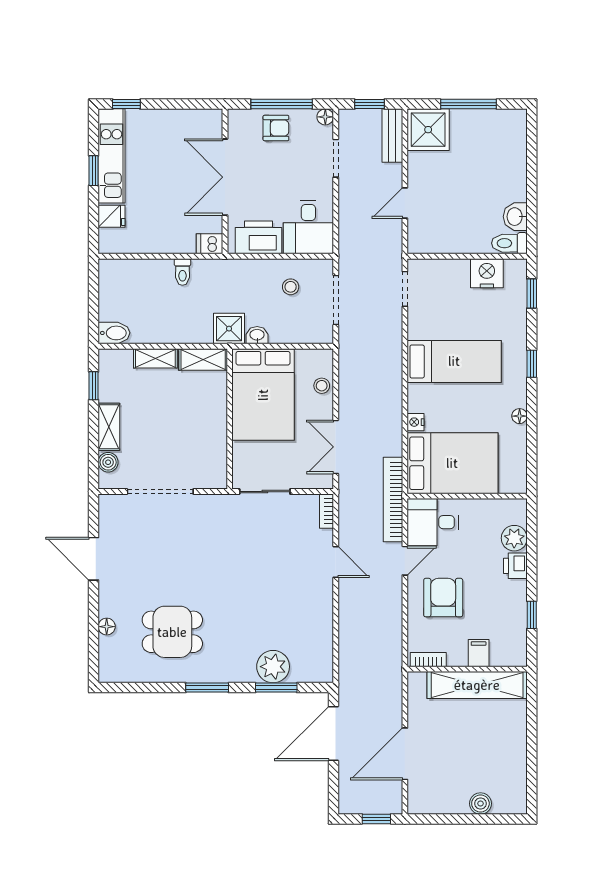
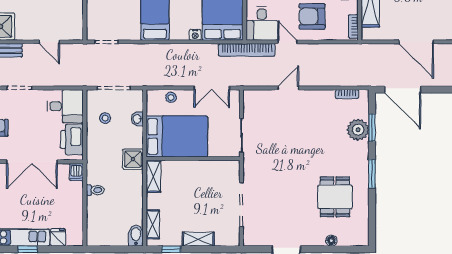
washbasin: (257, 335) -> (137, 119), moved
shelving: (155, 358) -> (153, 224), moved
boiler: (108, 462) -> (222, 240), removed
bookcase: (326, 511) -> (347, 94), moved

